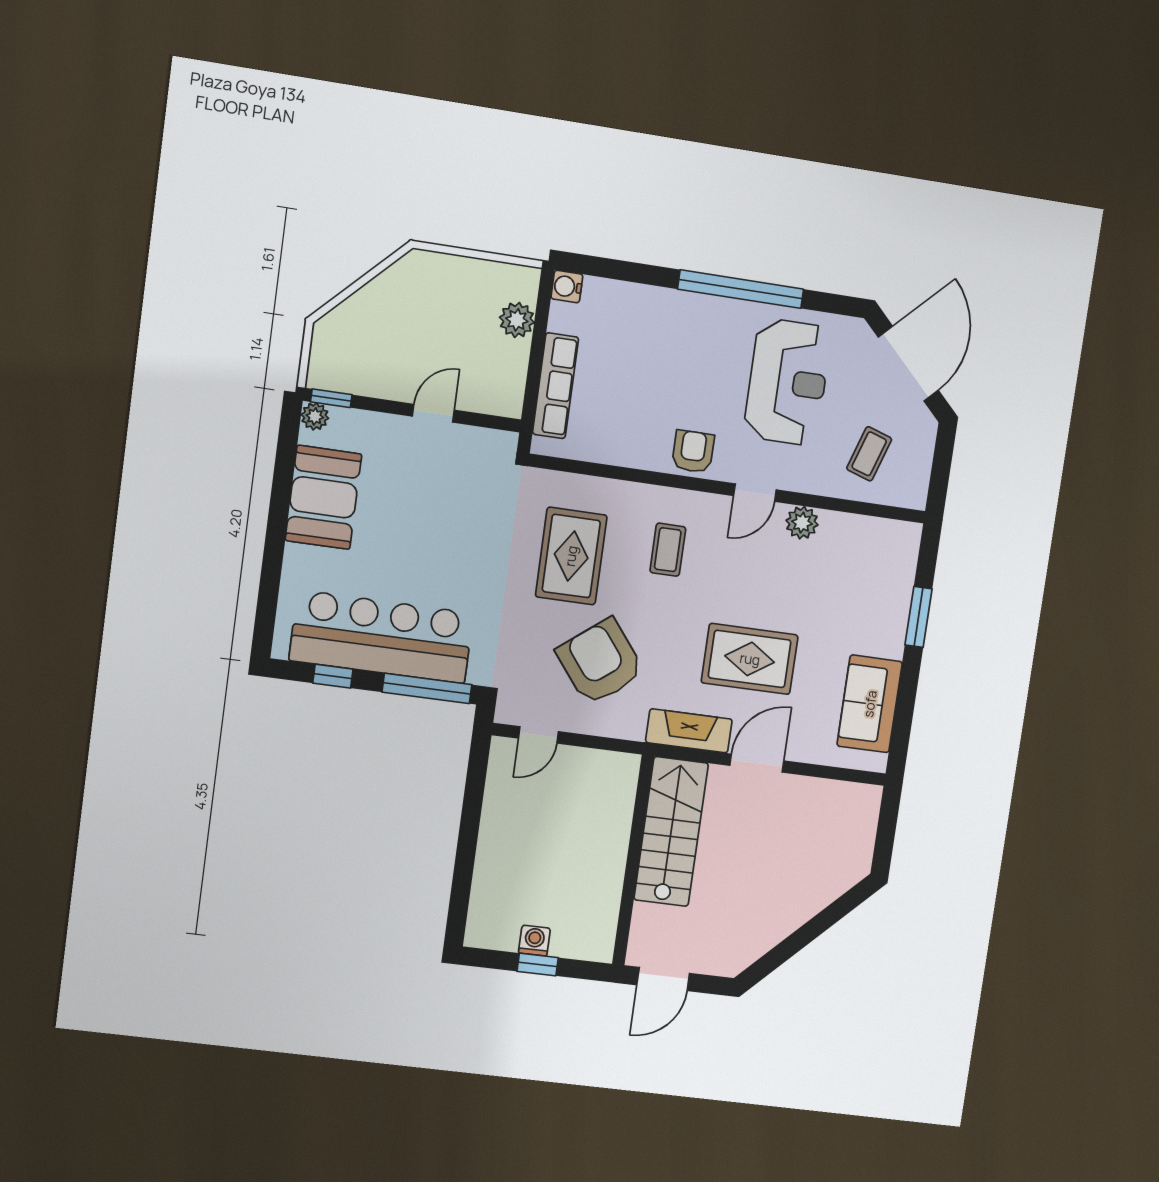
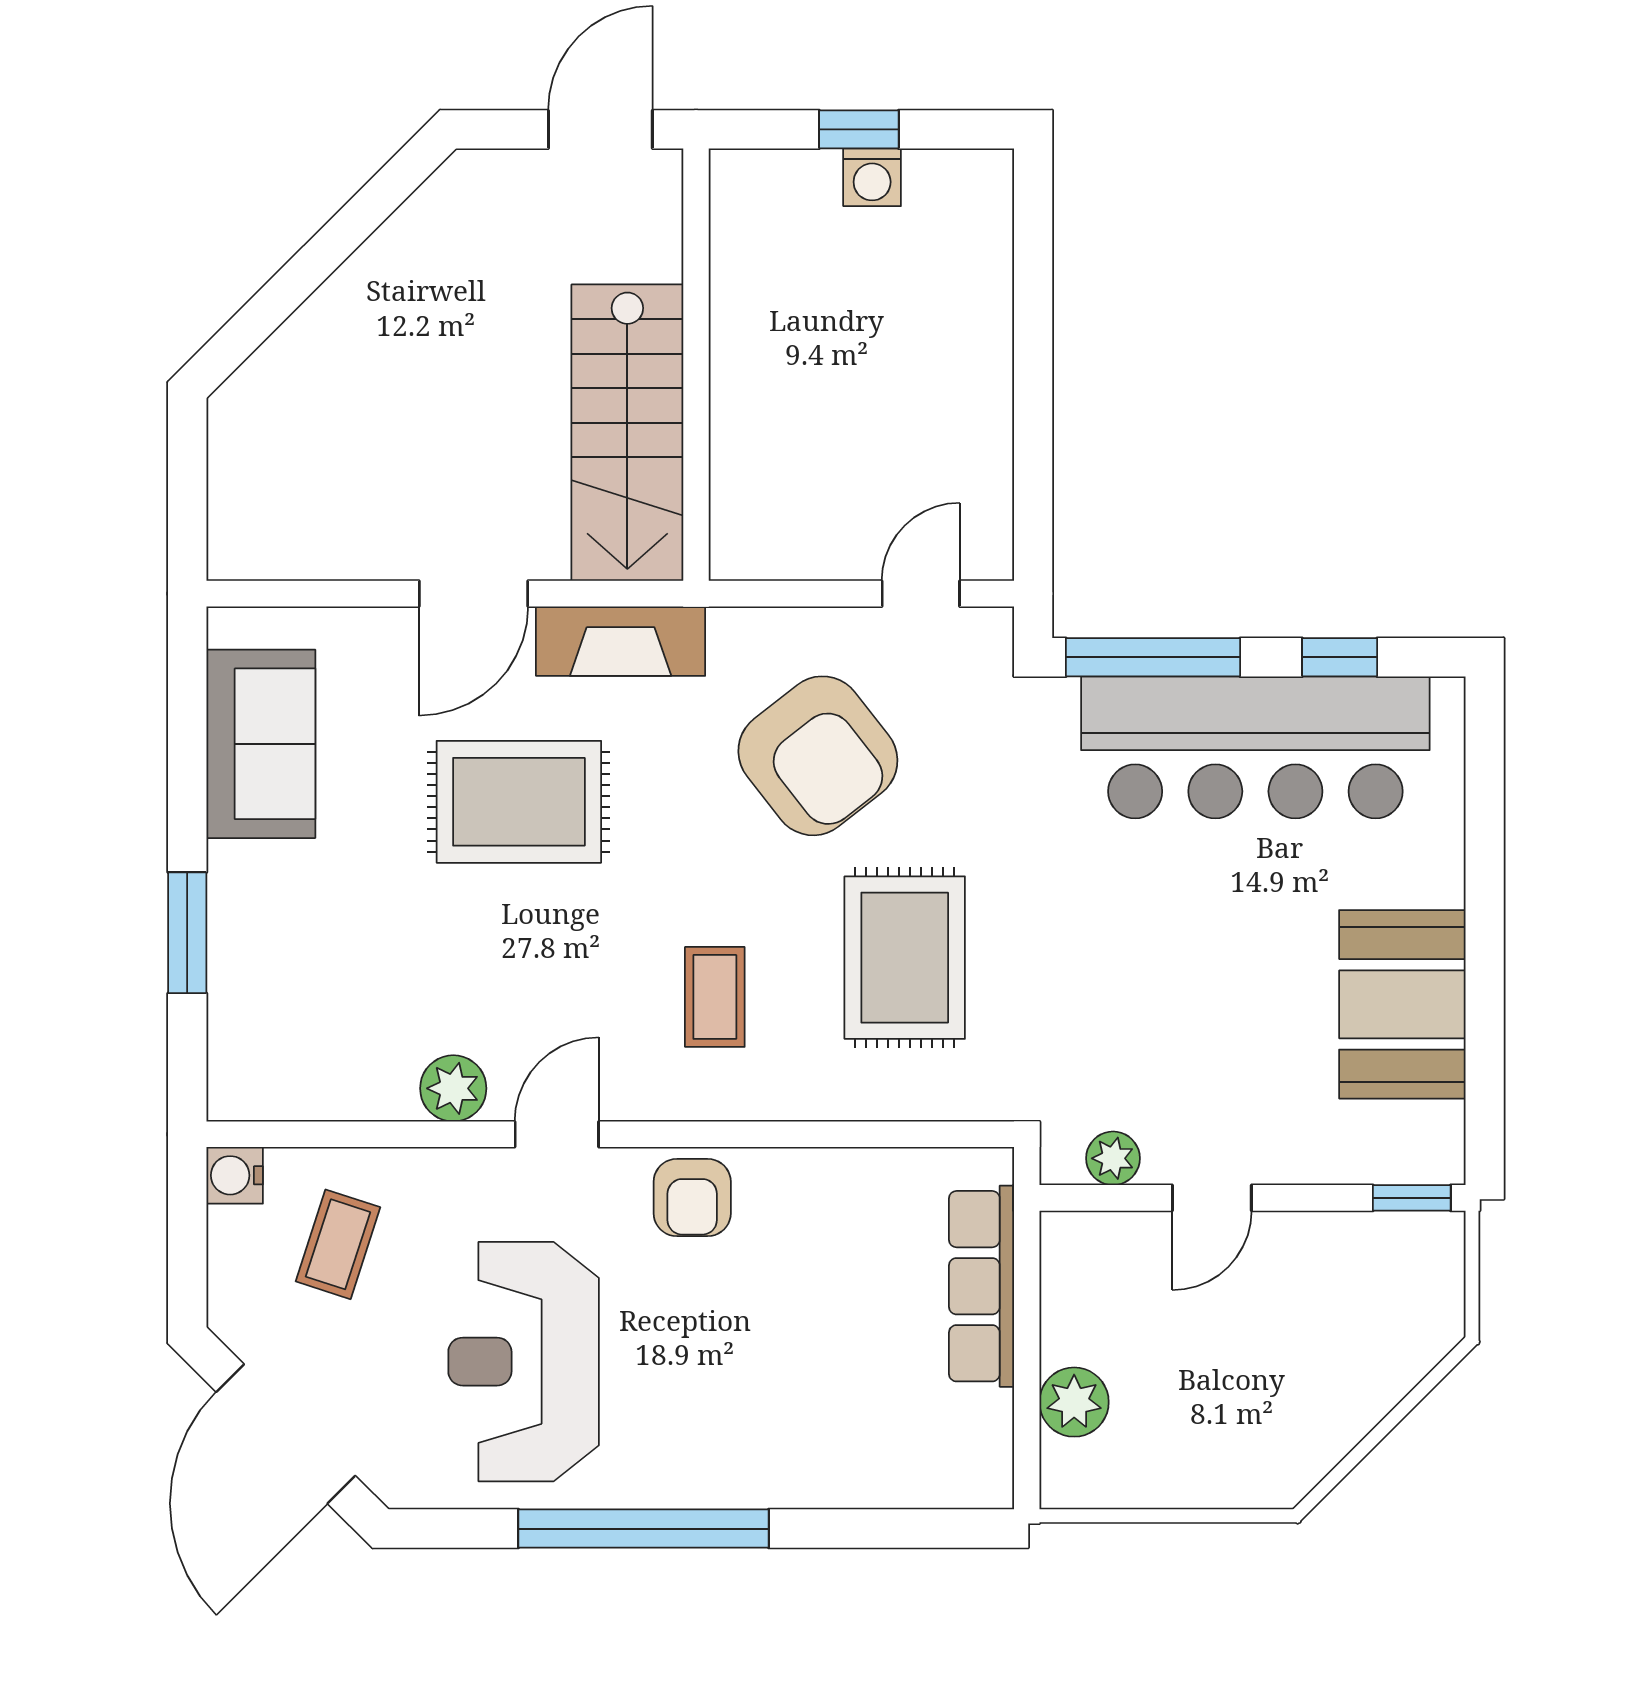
water cooler: (567, 287) -> (235, 1175), moved, turned 180
plant: (315, 416) -> (1113, 1158), moved

